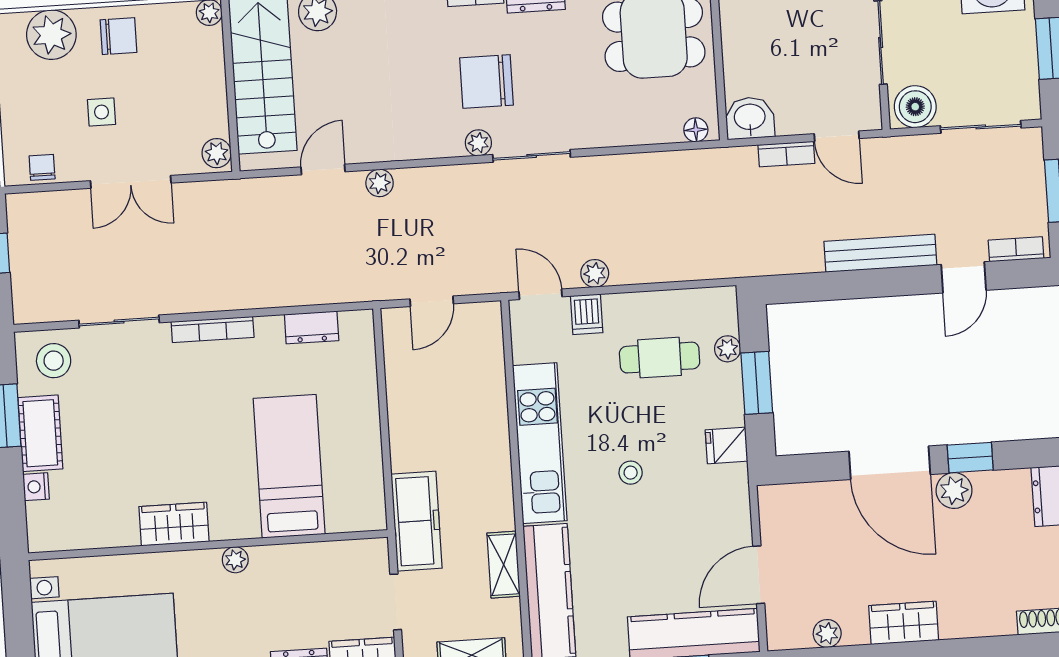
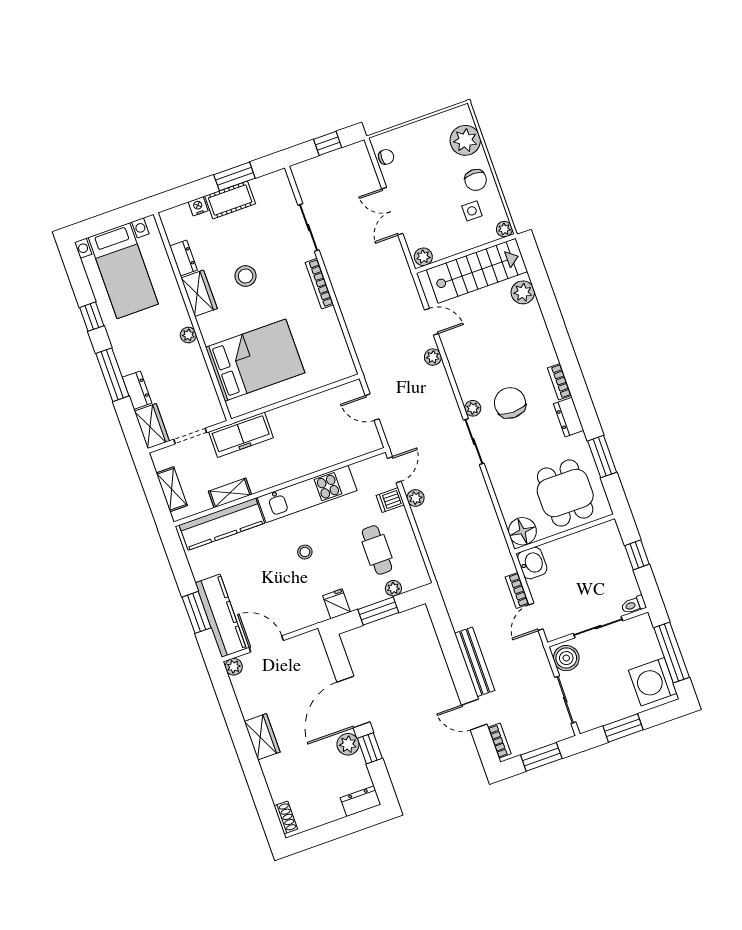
side table: (102, 112) -> (472, 211), moved
floor lamp: (696, 130) -> (522, 531), width x1.89, depth x1.89
dresser: (312, 327) -> (184, 258), moved, turned 180
stool: (54, 361) -> (246, 276), moved
bed: (289, 466) -> (255, 360), width x1.50
plant: (827, 633) -> (234, 667), moved

